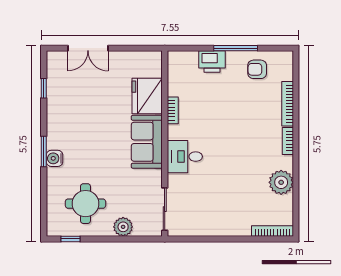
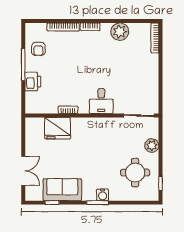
sofa: (147, 142) -> (62, 190), moved, turned 180

